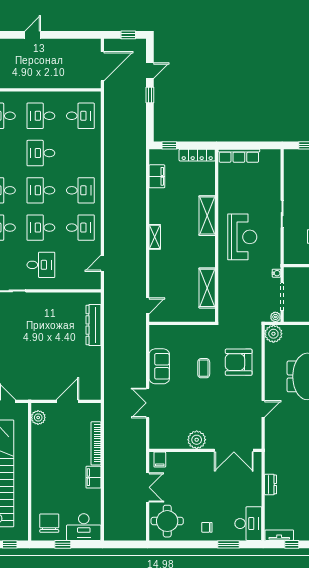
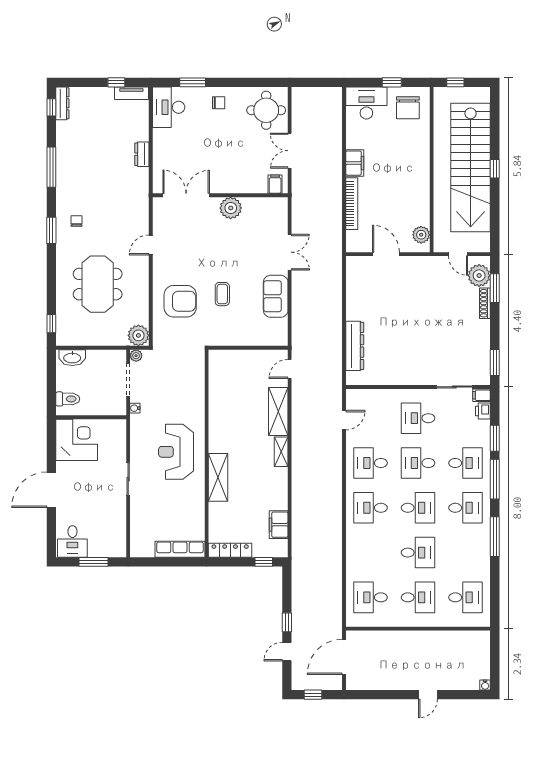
desk: (41, 228) -> (418, 463), turned 180
shelving: (207, 288) -> (278, 411), moved
door: (67, 401) -> (386, 254), swing flipped

